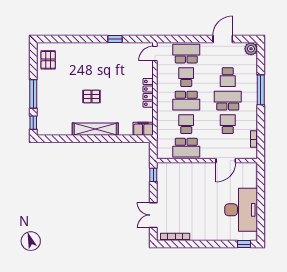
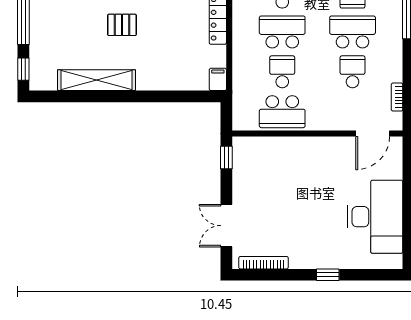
school desk: (186, 101) -> (282, 32), turned 180
shelving: (95, 129) -> (97, 80), moved
filing cabinet: (143, 129) -> (218, 79), width x0.50
door: (226, 161) -> (373, 133), moved
window: (244, 244) -> (328, 275), moved

